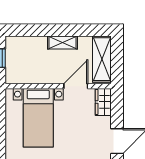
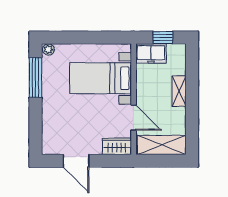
shelving: (63, 43) -> (179, 91), moved
freezer: (14, 69) -> (151, 53), added

